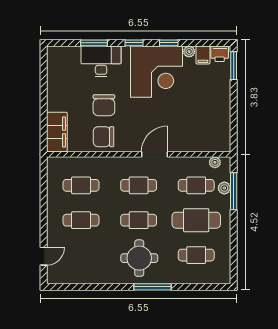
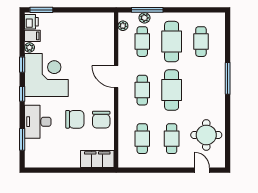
window: (94, 43) -> (22, 139), moved
cafe table: (139, 220) -> (172, 90), width x1.37, depth x1.35
round table: (139, 258) -> (206, 135), moved

